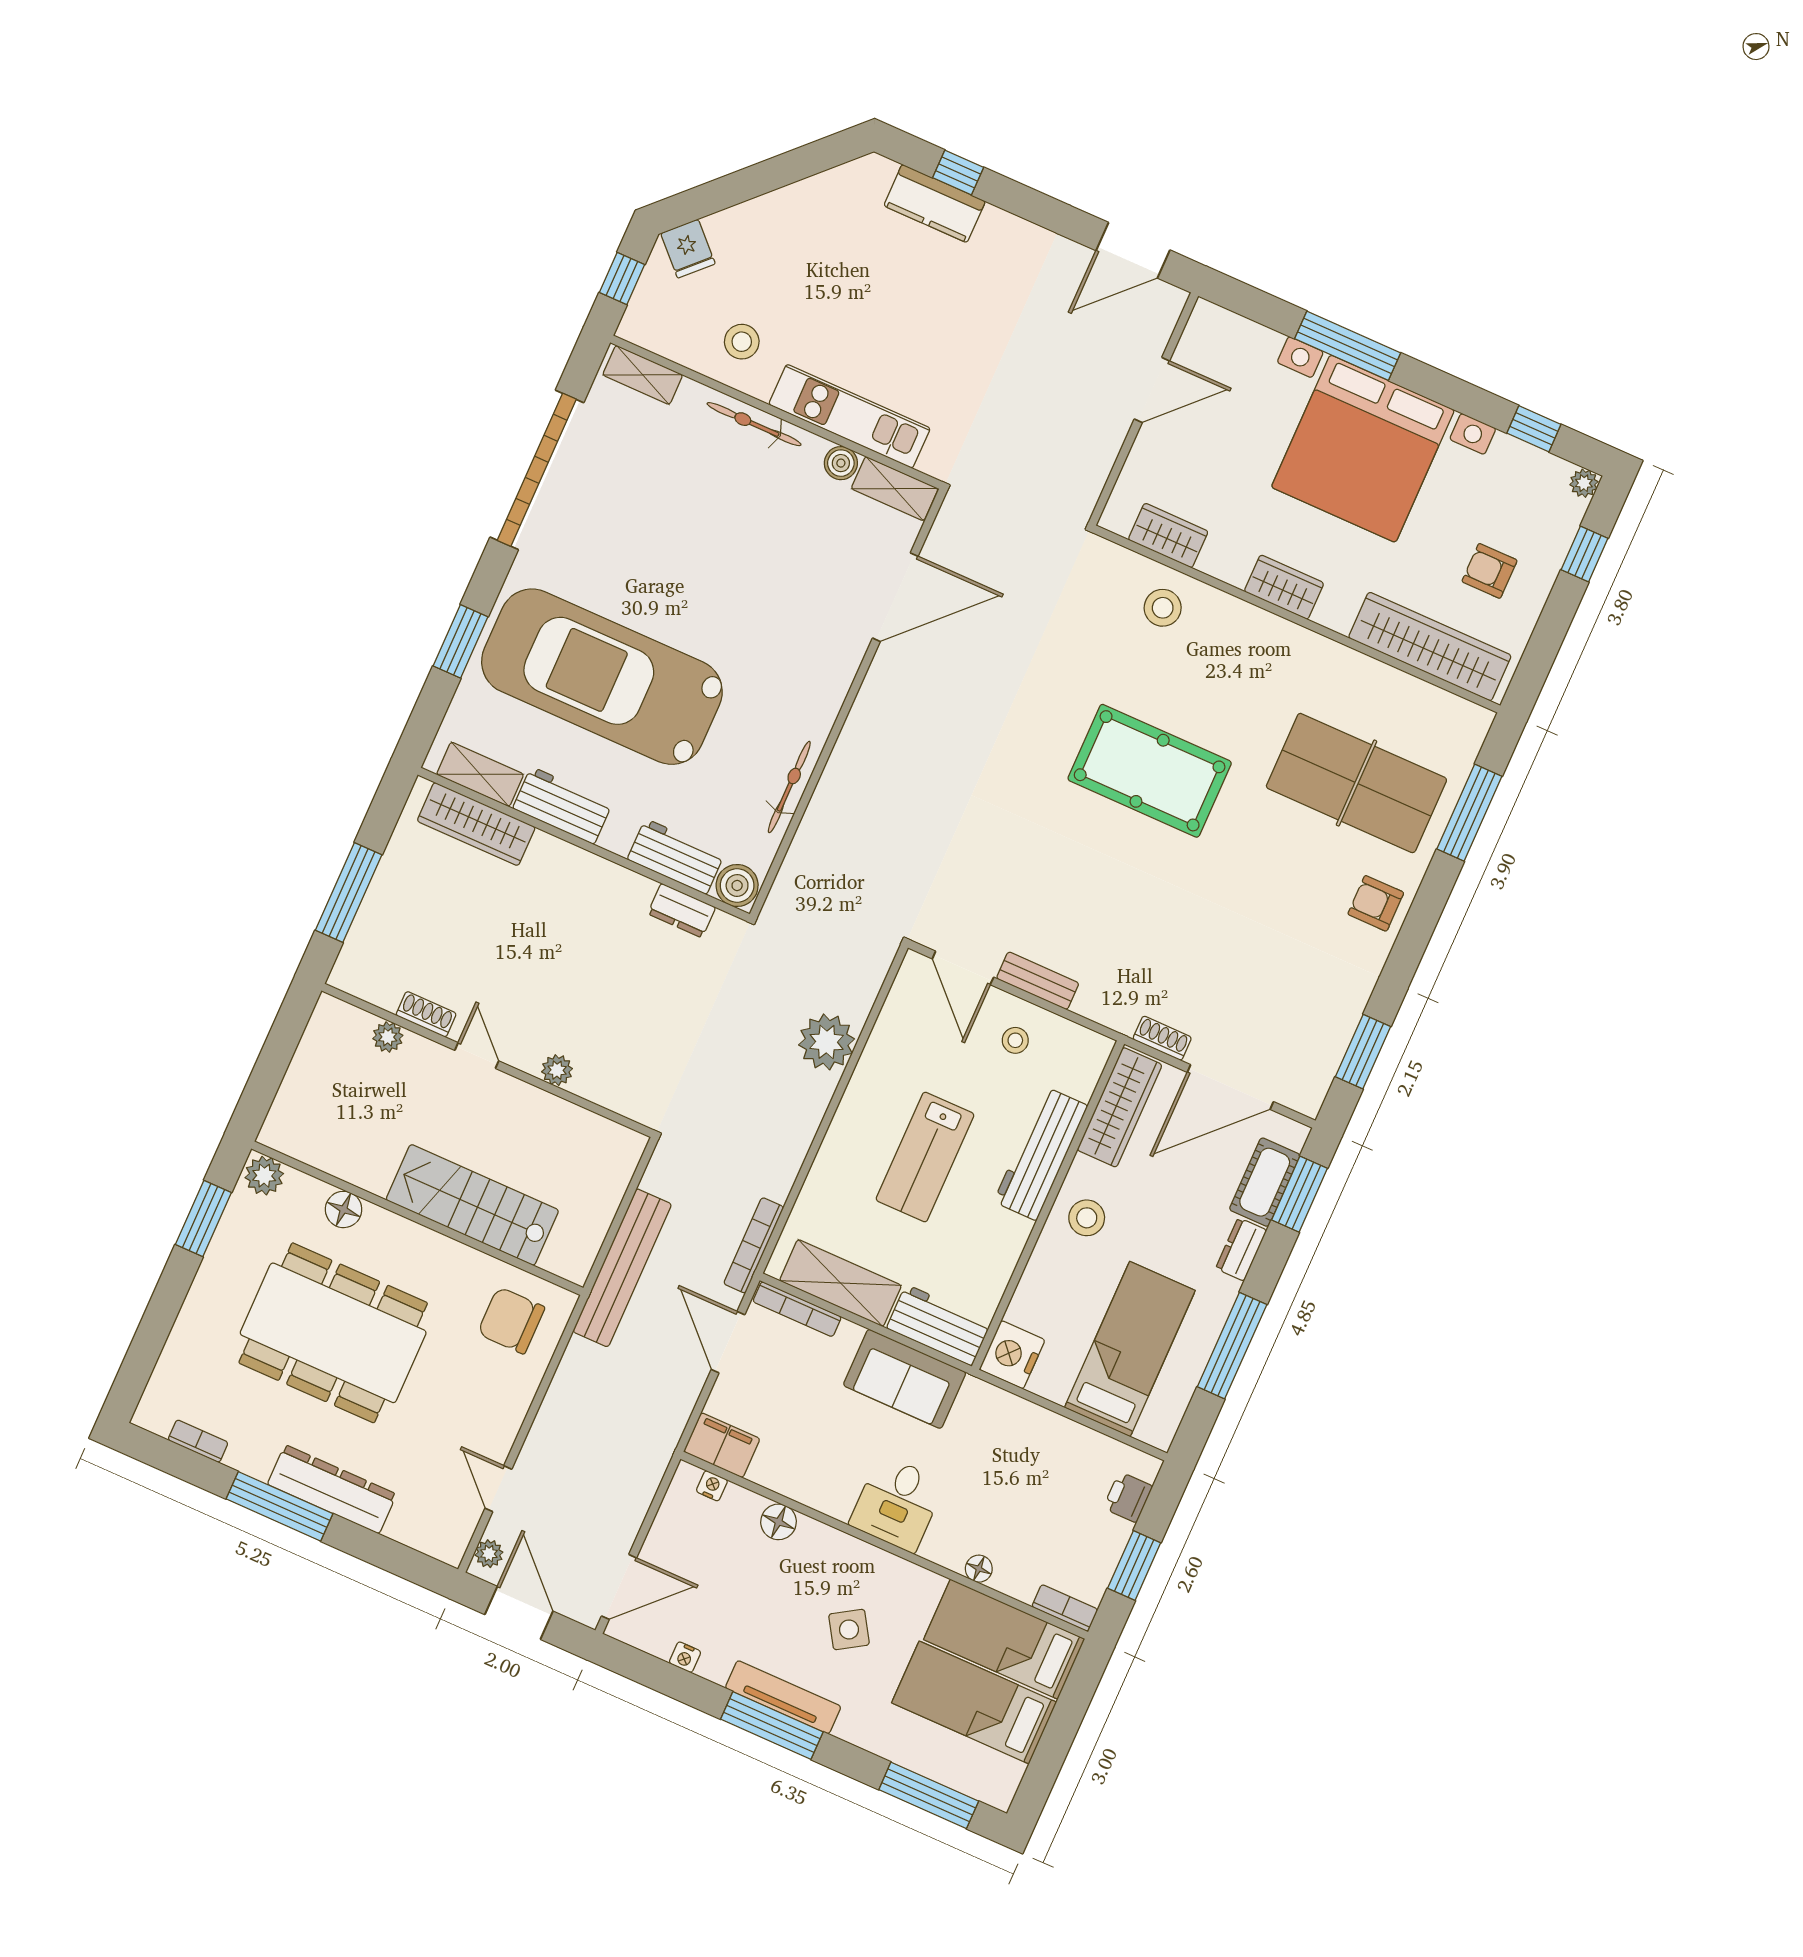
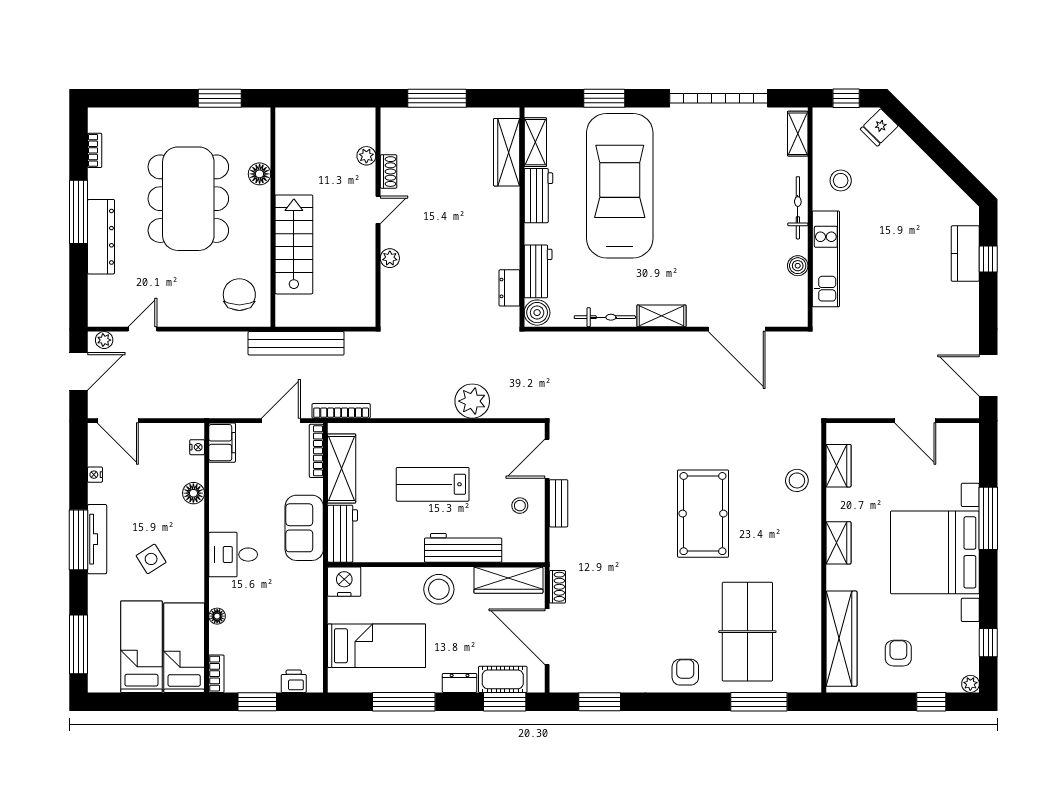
shelving: (895, 489) -> (661, 316), moved, turned 90
plant: (264, 1176) -> (259, 121), removed
stool: (1087, 1218) -> (439, 589), width x1.38, depth x1.38

